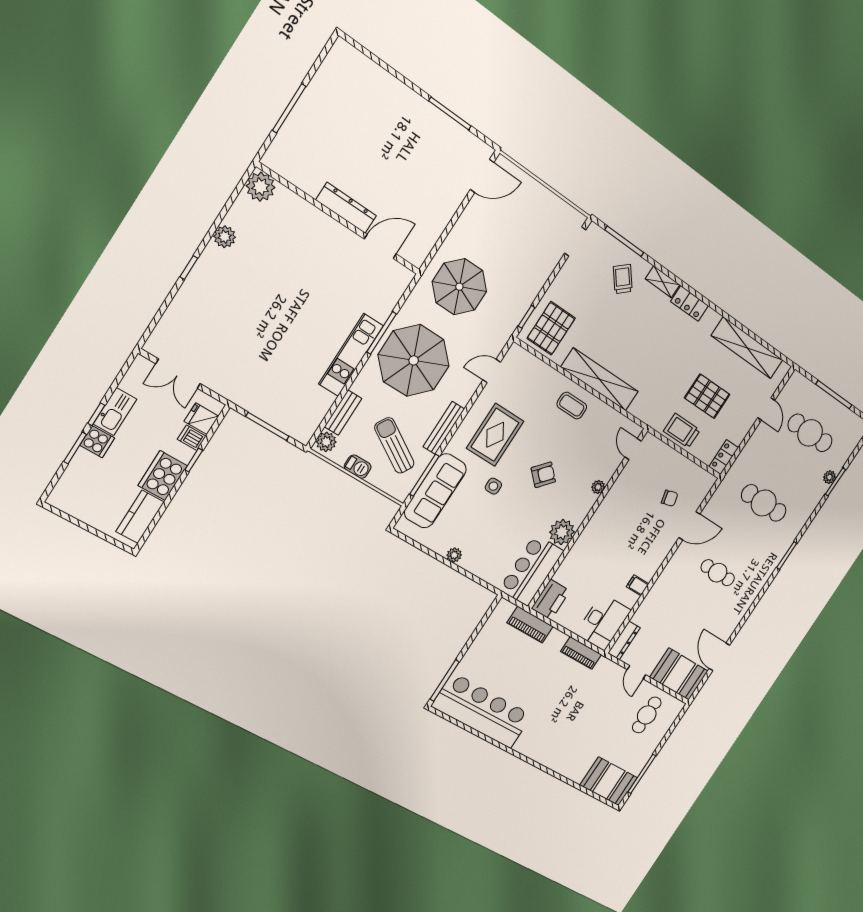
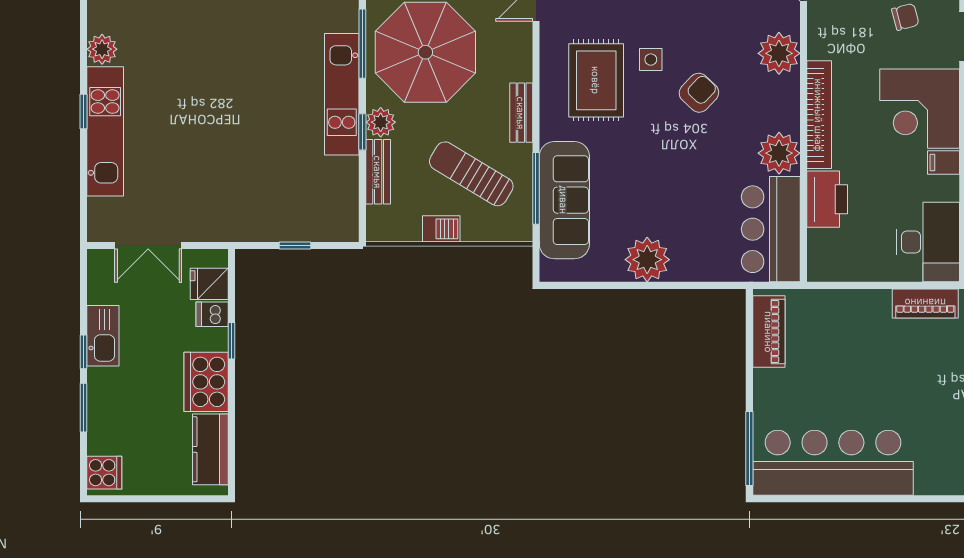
kitchen unit: (195, 288) -> (105, 131), added
window: (349, 384) -> (362, 132), added
window: (267, 426) -> (295, 246), width x0.46
bench: (444, 428) -> (521, 113), width x0.73
cooker: (97, 442) -> (104, 473), moved
plant: (326, 442) -> (381, 122), moved
side table: (493, 486) -> (651, 60), moved
plant: (598, 487) -> (779, 53), width x1.88, depth x1.88
bookcase: (595, 524) -> (819, 115), added
corner desk: (645, 550) -> (920, 109), added
plant: (454, 555) -> (647, 260), width x1.87, depth x1.87
printer: (551, 600) -> (827, 199), moved
piano: (530, 625) -> (769, 332), moved, turned -90

